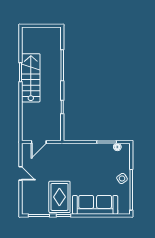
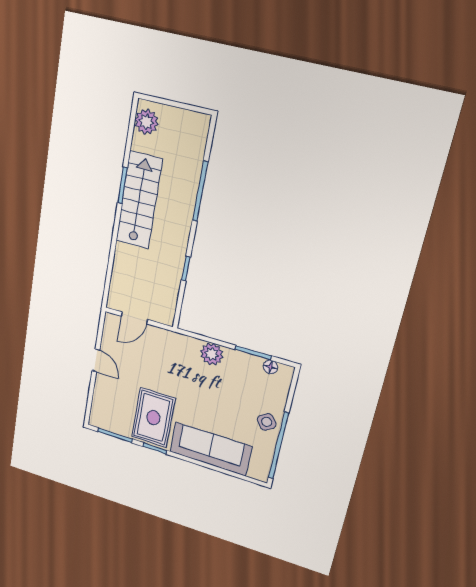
plant: (28, 37) -> (146, 122), added
plant: (85, 150) -> (212, 354), added

